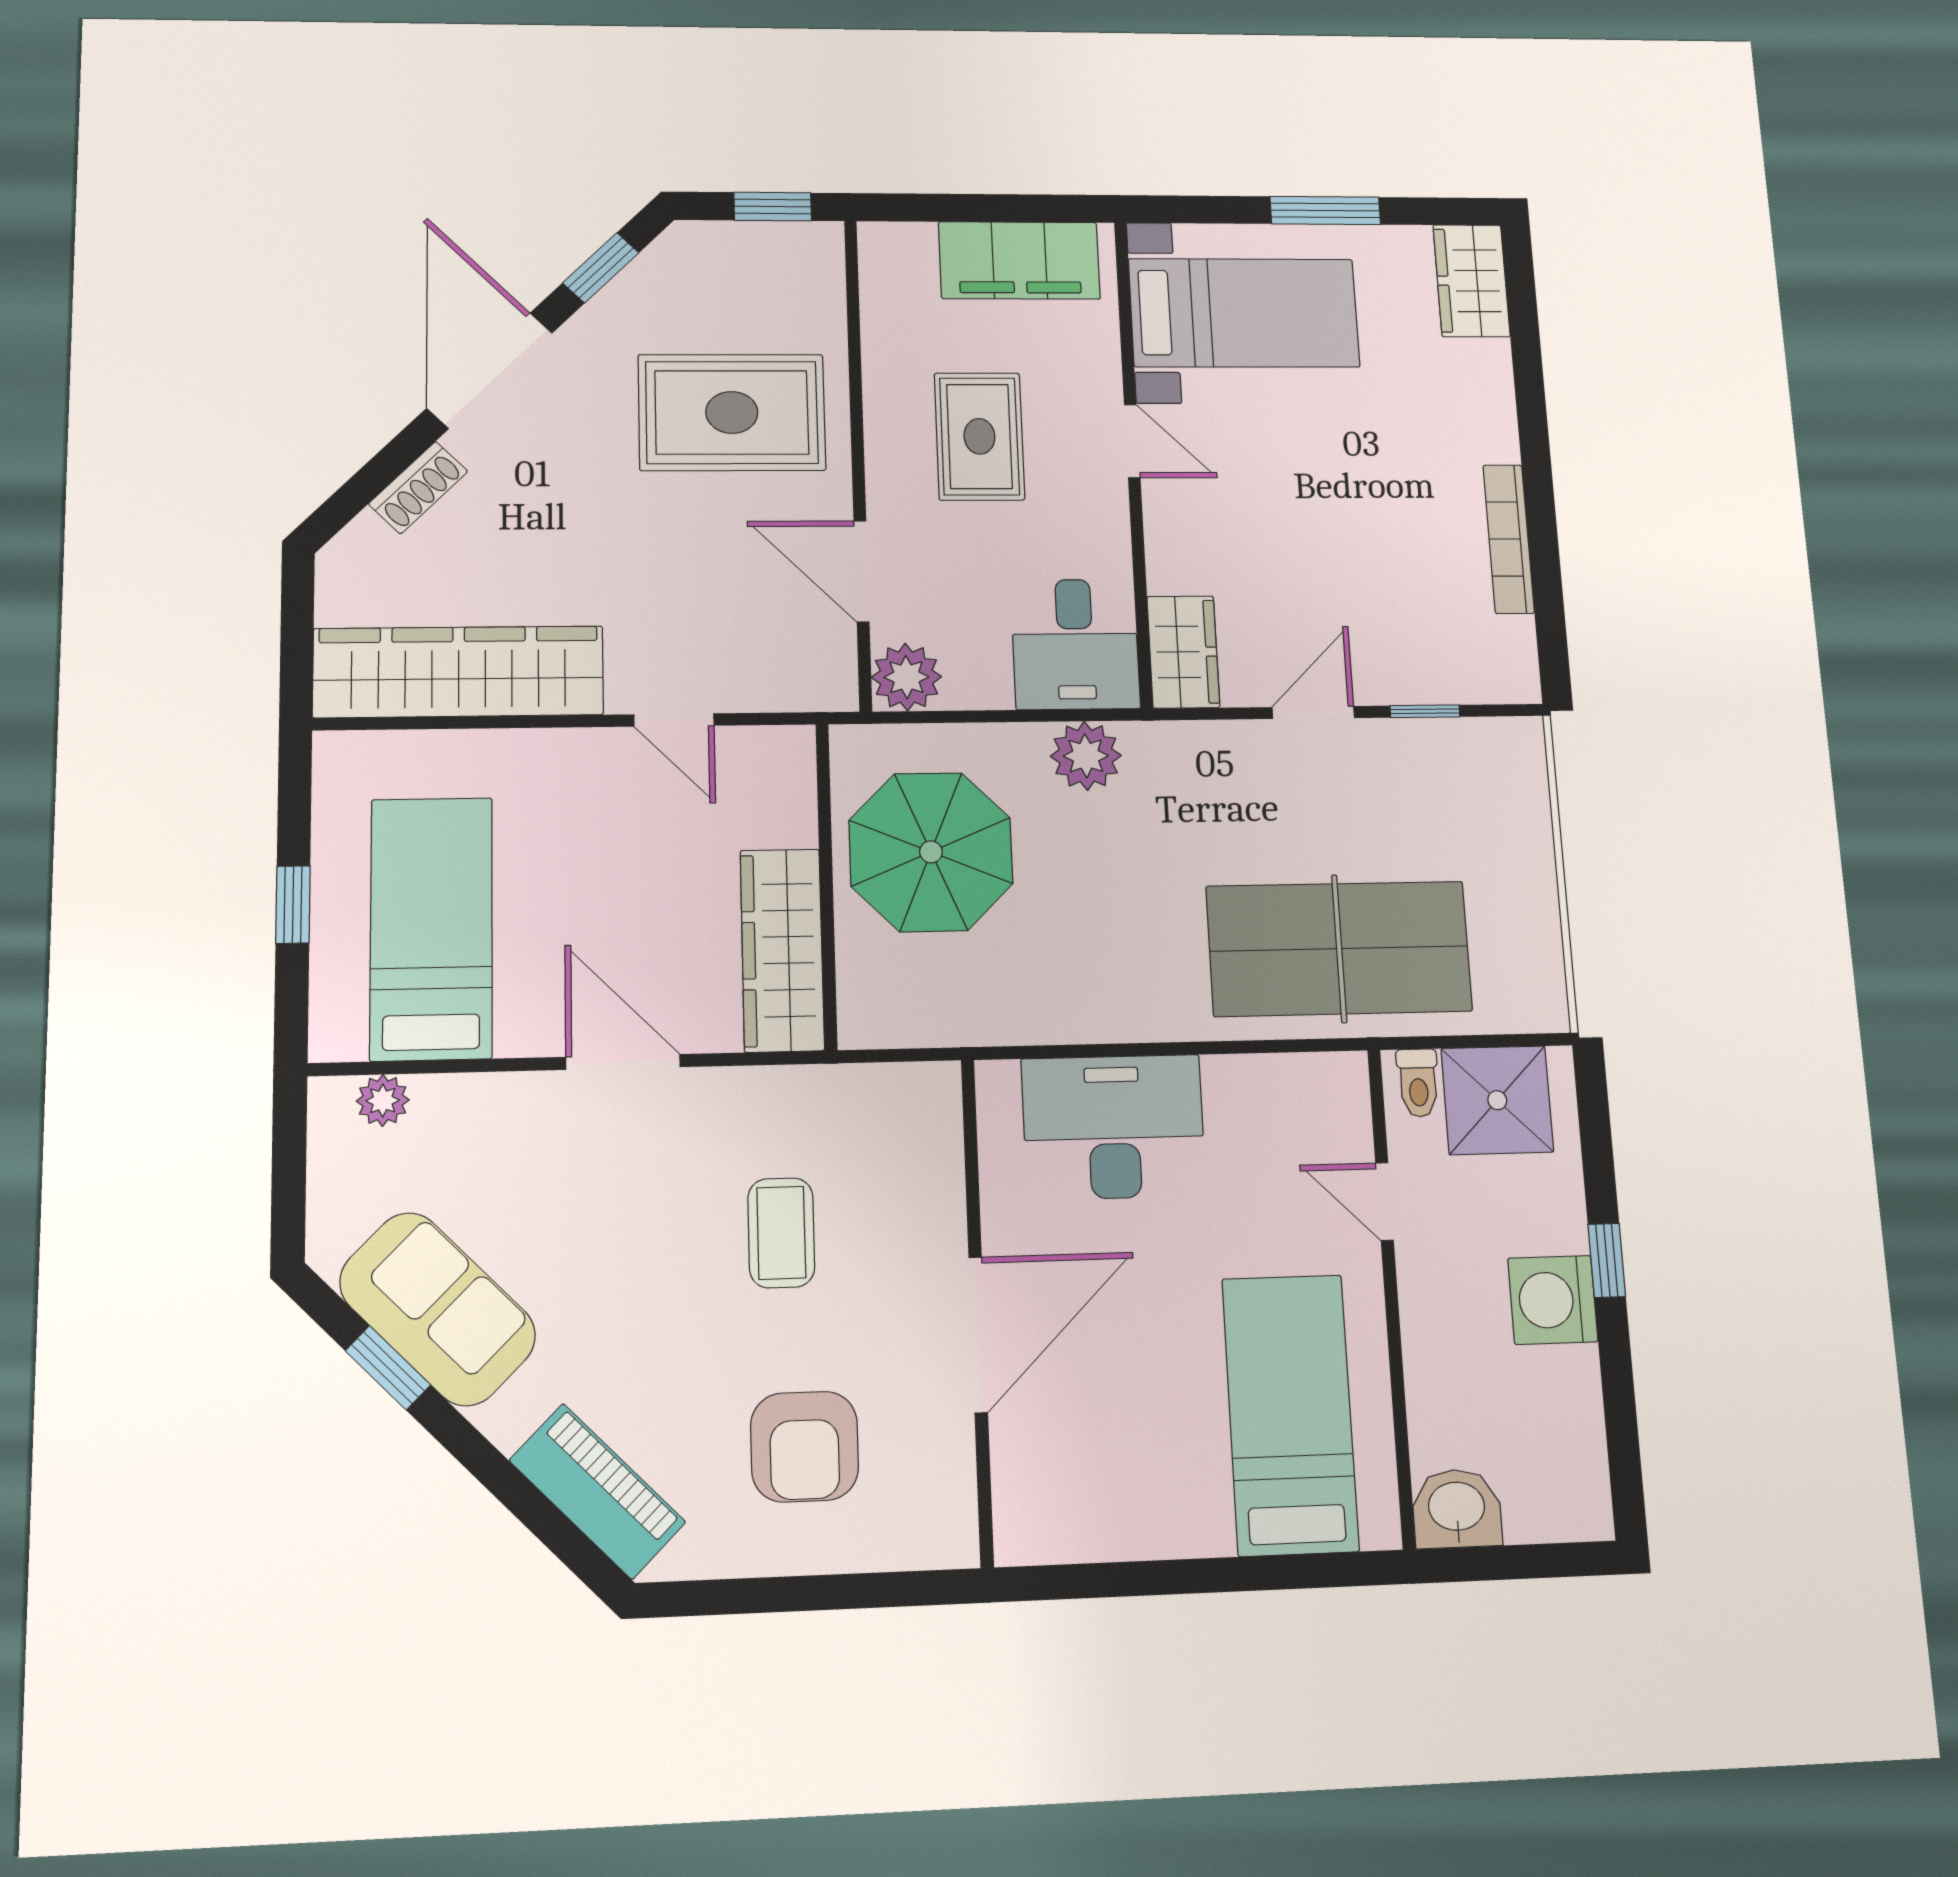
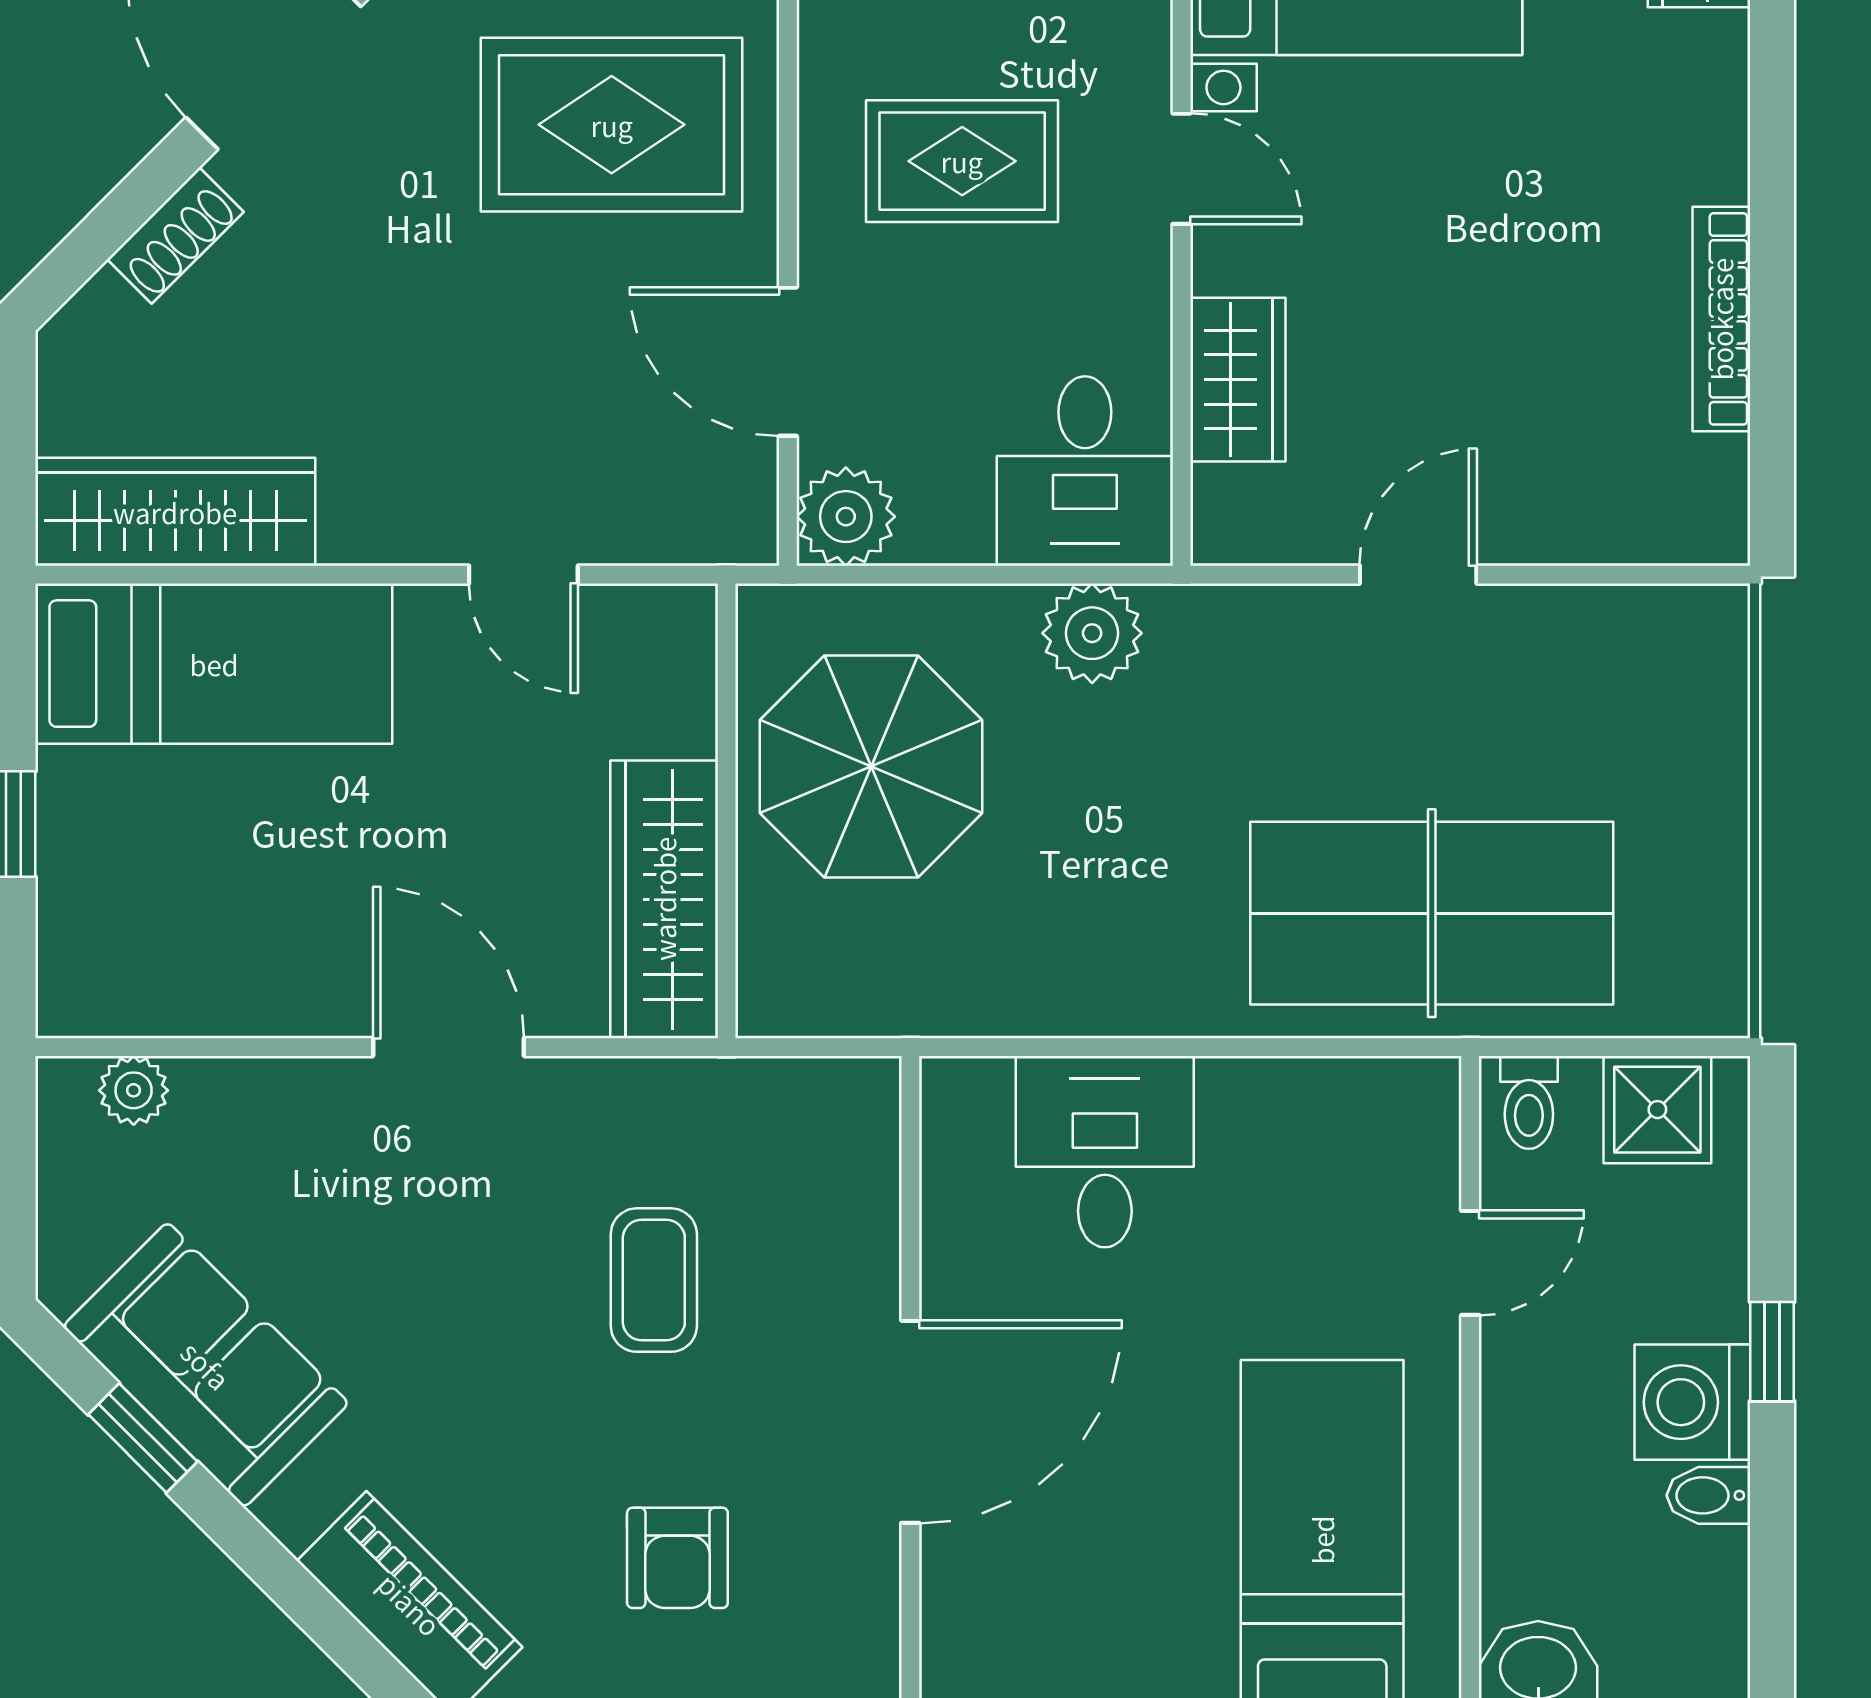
rug: (979, 436) -> (962, 161), turned 90
wardrobe: (1183, 652) -> (1238, 380), moved
wardrobe: (459, 672) -> (175, 512), width x0.71, depth x0.85
window: (1425, 711) -> (1579, 575), removed
bed: (431, 928) -> (214, 664), moved, turned 90
shower: (1497, 1100) -> (1657, 1110), width x0.73, depth x0.73
desk: (1114, 1127) -> (1105, 1152), width x0.73
door: (1385, 1202) -> (1470, 1263), swing flipped
bidet: (1570, 1370) -> (1708, 1495), added
armchair: (804, 1447) -> (677, 1558), width x0.72, depth x0.72

